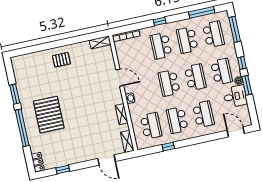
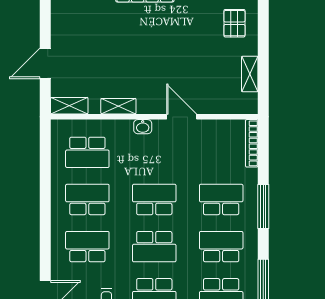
window: (160, 21) -> (263, 206), width x2.17
shelving: (100, 42) -> (250, 74), moved
door: (120, 78) -> (182, 117), swing flipped
school desk: (203, 114) -> (87, 247), turned 180
window: (168, 147) -> (45, 174), removed

